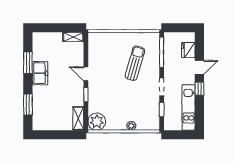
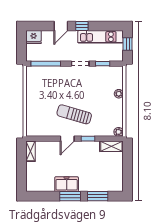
fridge: (188, 50) -> (34, 37), moved
window: (28, 63) -> (70, 196), moved
sun lounger: (135, 63) -> (74, 114), moved
door: (199, 67) -> (61, 26), swing flipped
plant: (97, 122) -> (119, 132), width x0.53, depth x0.53
window: (181, 135) -> (128, 44), added

